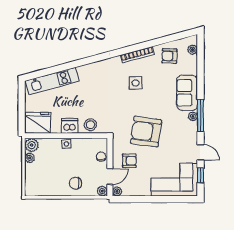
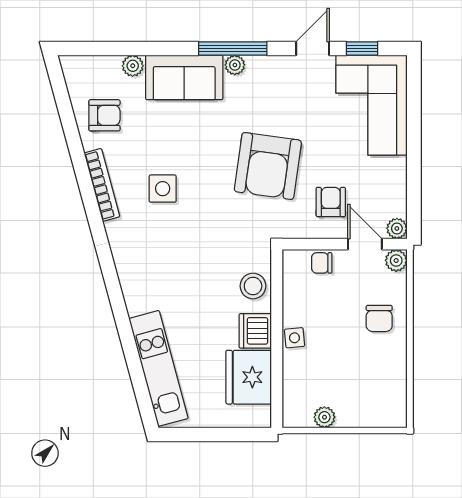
plant: (192, 50) -> (133, 66), moved
armchair: (170, 56) -> (104, 115), turned -92
fridge: (38, 123) -> (249, 377), moved
plant: (32, 145) -> (297, 413), removed

